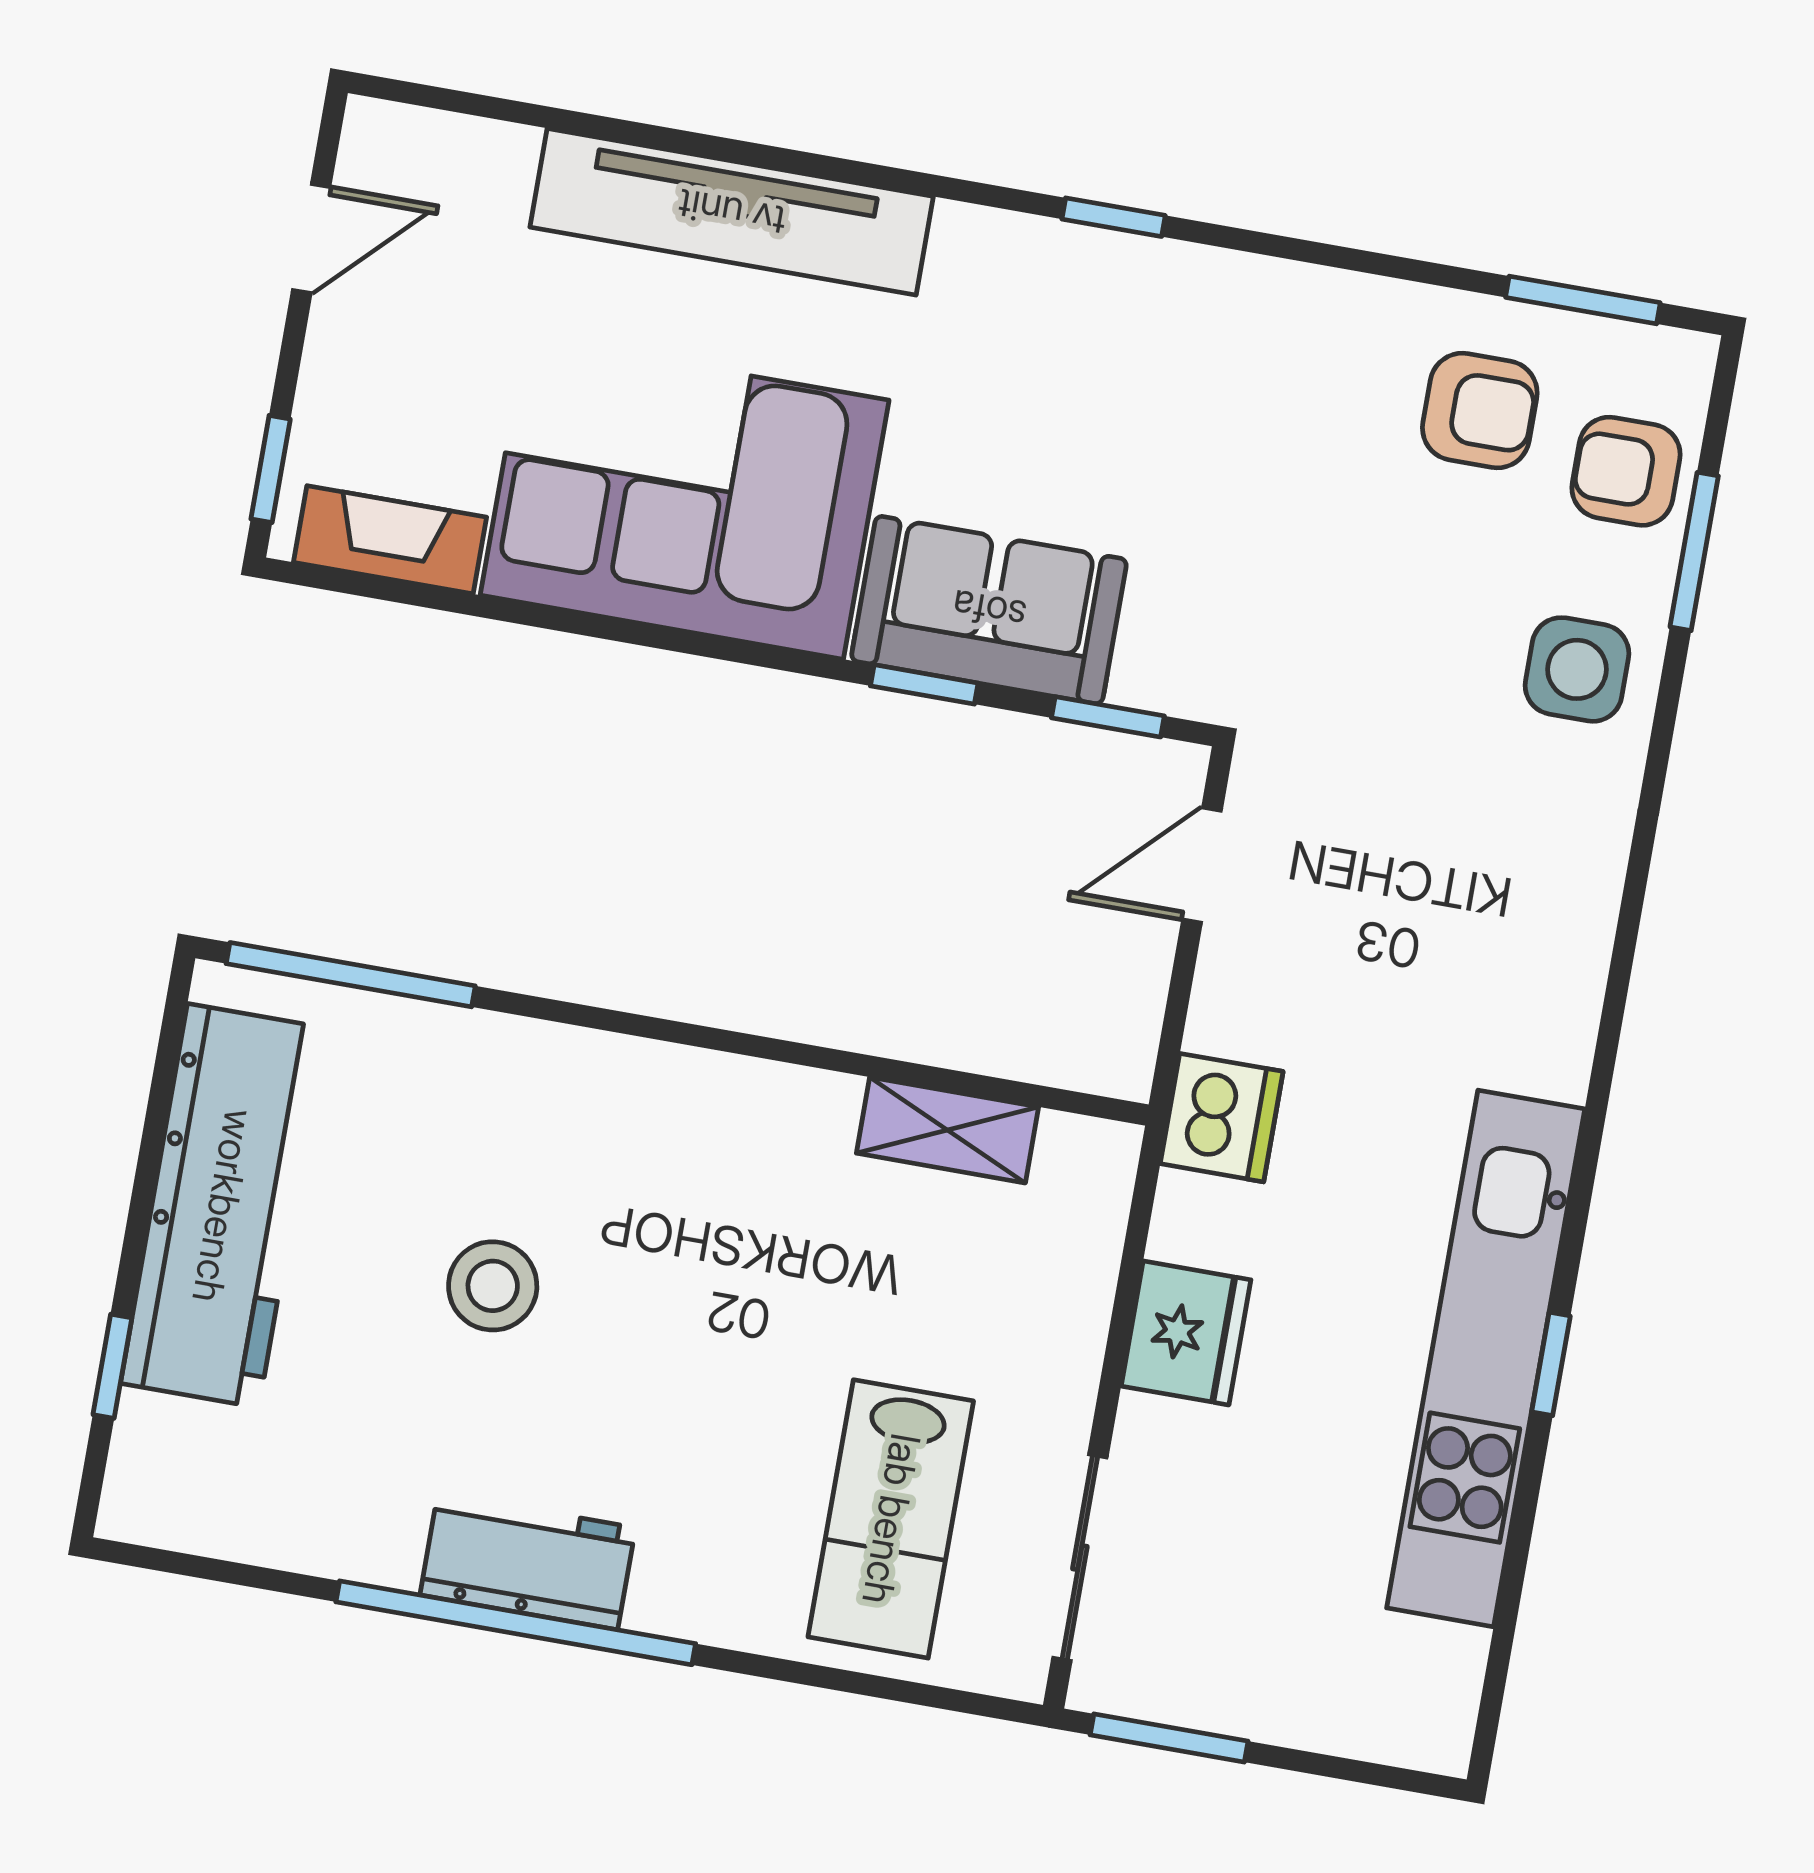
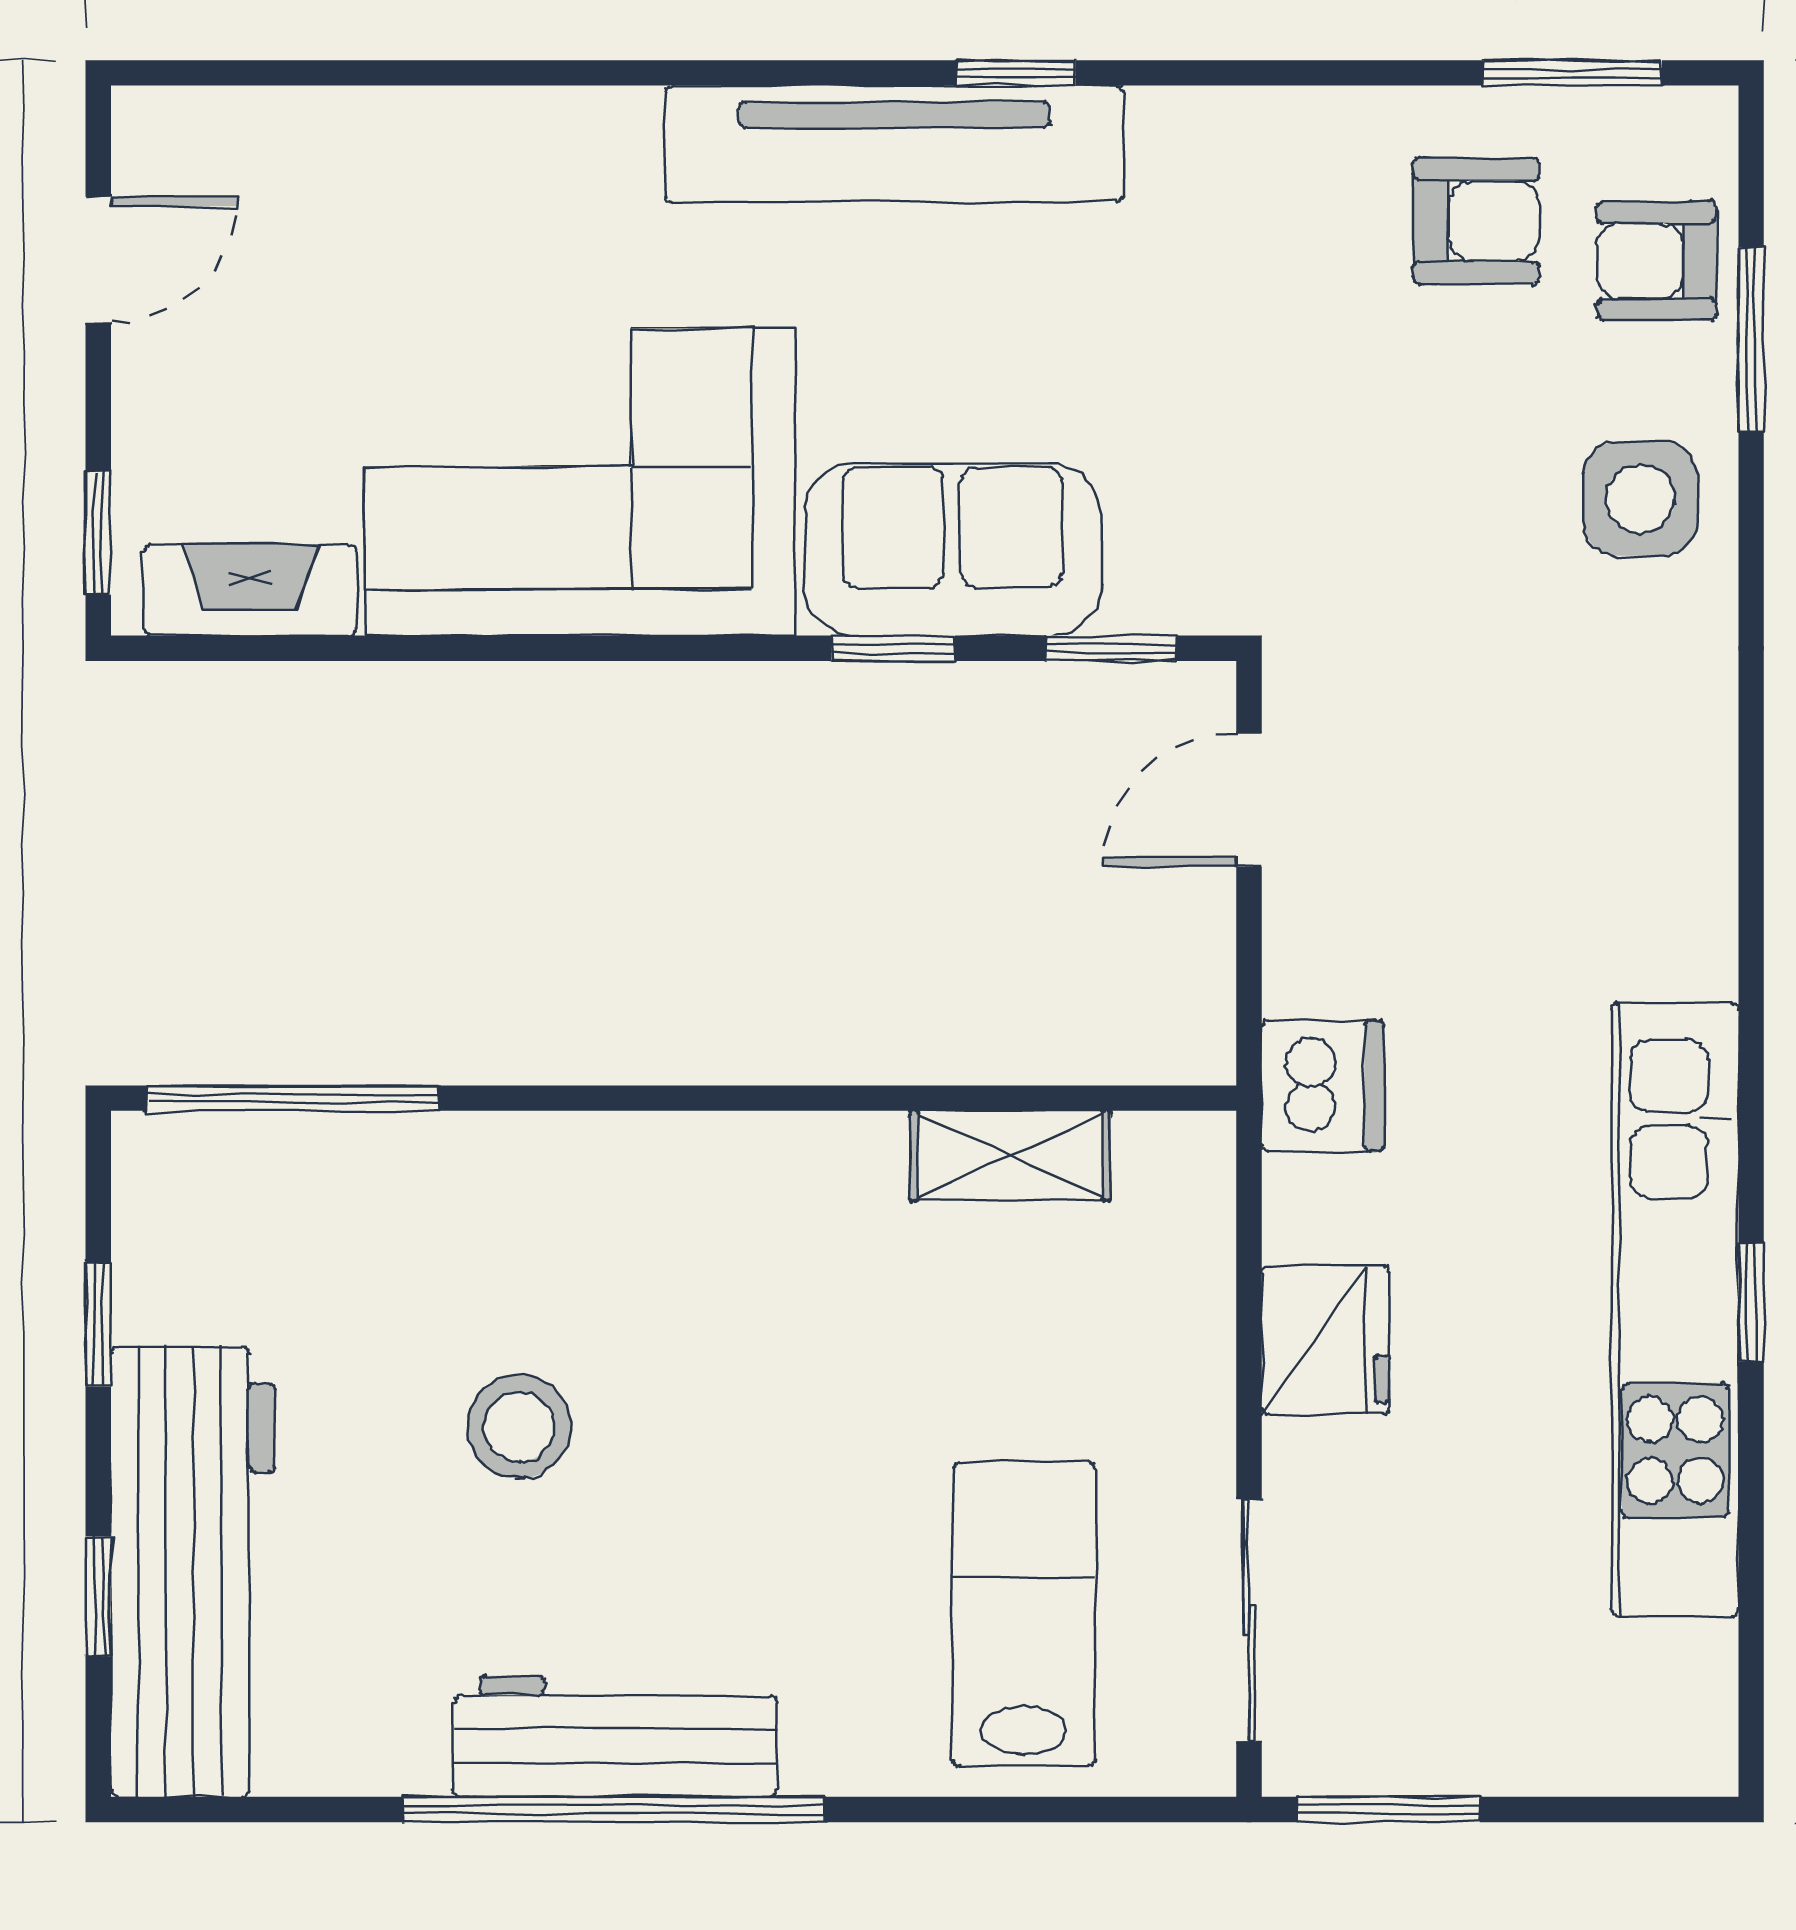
tv unit: (732, 212) -> (894, 144), moved
window: (153, 1137) -> (98, 1324), added
workbench: (223, 1206) -> (193, 1572), moved
lab bench: (891, 1519) -> (1024, 1614), turned 180
workbench: (528, 1561) -> (615, 1736), width x1.37

